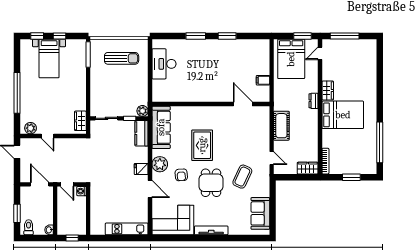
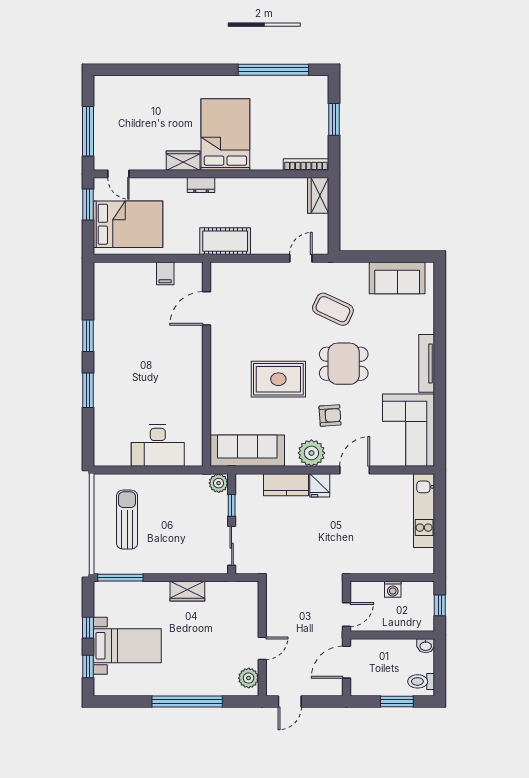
desk: (164, 64) -> (158, 446), moved
wardrobe: (80, 121) -> (187, 591), moved
cot: (281, 126) -> (225, 241), moved
kitchen counter: (142, 133) -> (286, 485), moved
washing machine: (81, 191) -> (393, 589), moved

